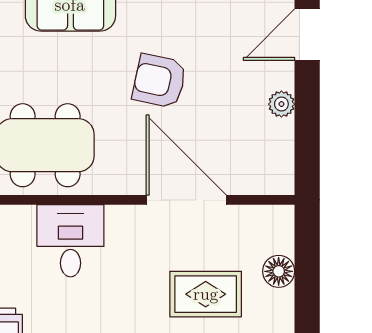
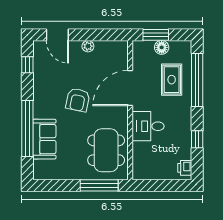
desk: (70, 241) -> (148, 126), moved
window: (307, 258) -> (156, 35), added

